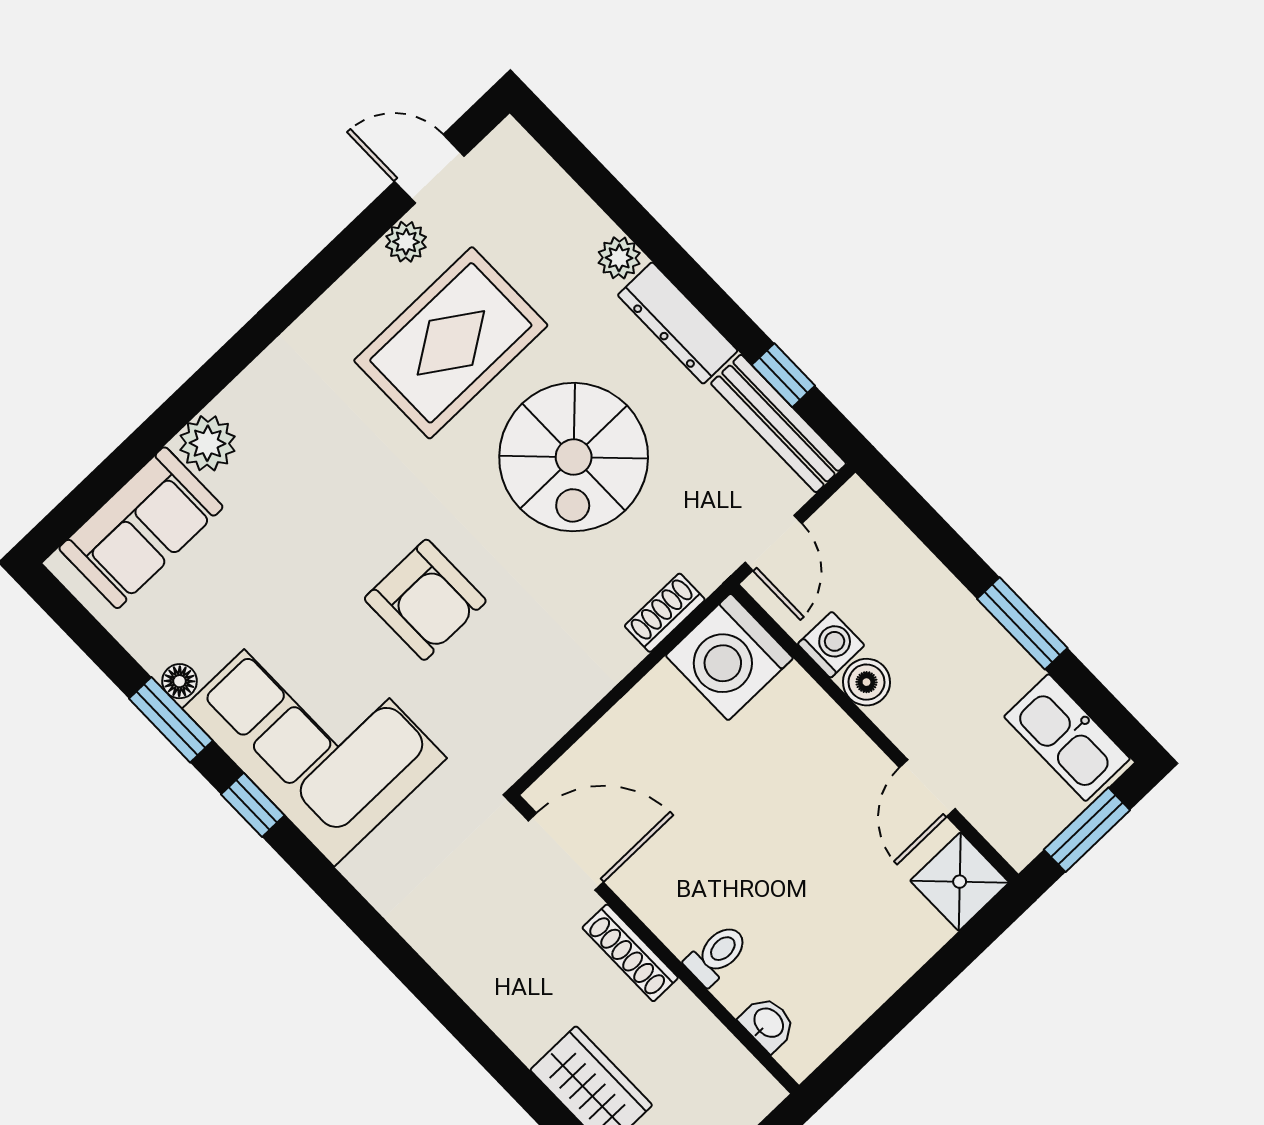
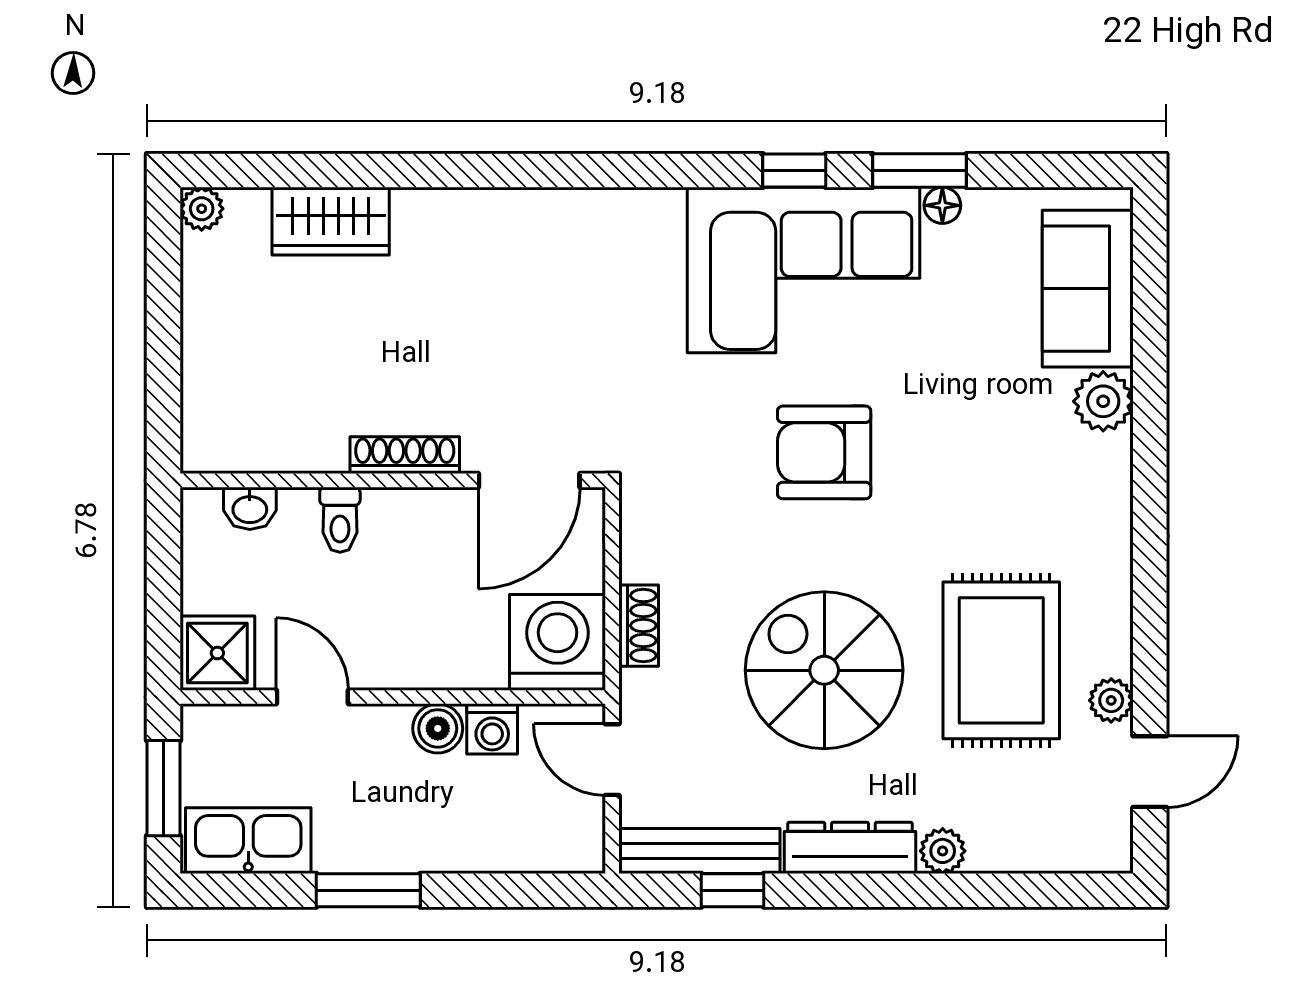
door: (566, 852) -> (529, 480), moved
wall: (655, 944) -> (393, 480), moved
shoe rack: (630, 953) -> (405, 455), moved
toilet: (717, 955) -> (340, 520), moved
washbasin: (768, 1023) -> (250, 508), moved

